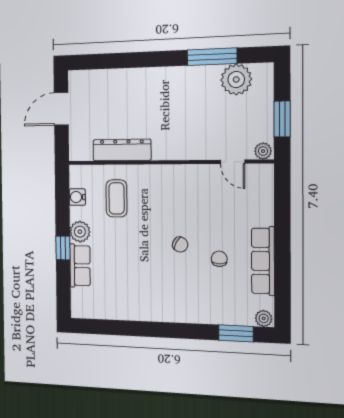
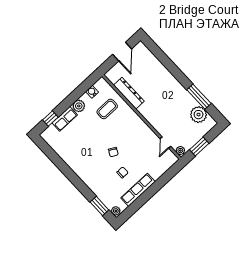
door: (61, 109) -> (122, 52), swing flipped
window: (63, 248) -> (50, 118), moved

